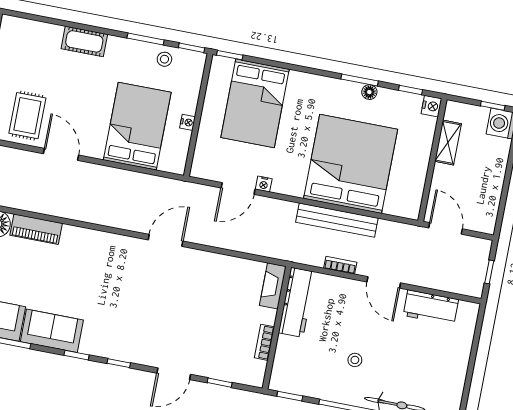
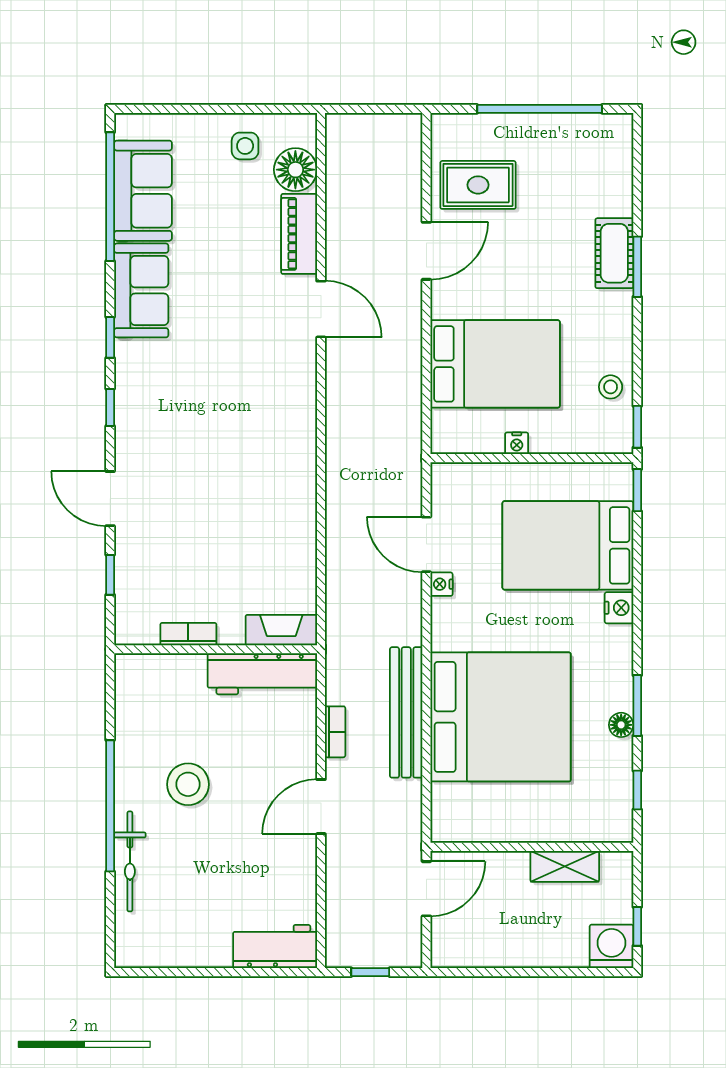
window: (146, 39) -> (637, 267), moved
nightstand: (431, 106) -> (619, 608), moved, turned -90
door: (166, 240) -> (321, 309), moved
workbench: (431, 307) -> (275, 947), moved, turned 90
stool: (355, 360) -> (188, 784), width x1.89, depth x1.89
window: (290, 396) -> (110, 691), removed

